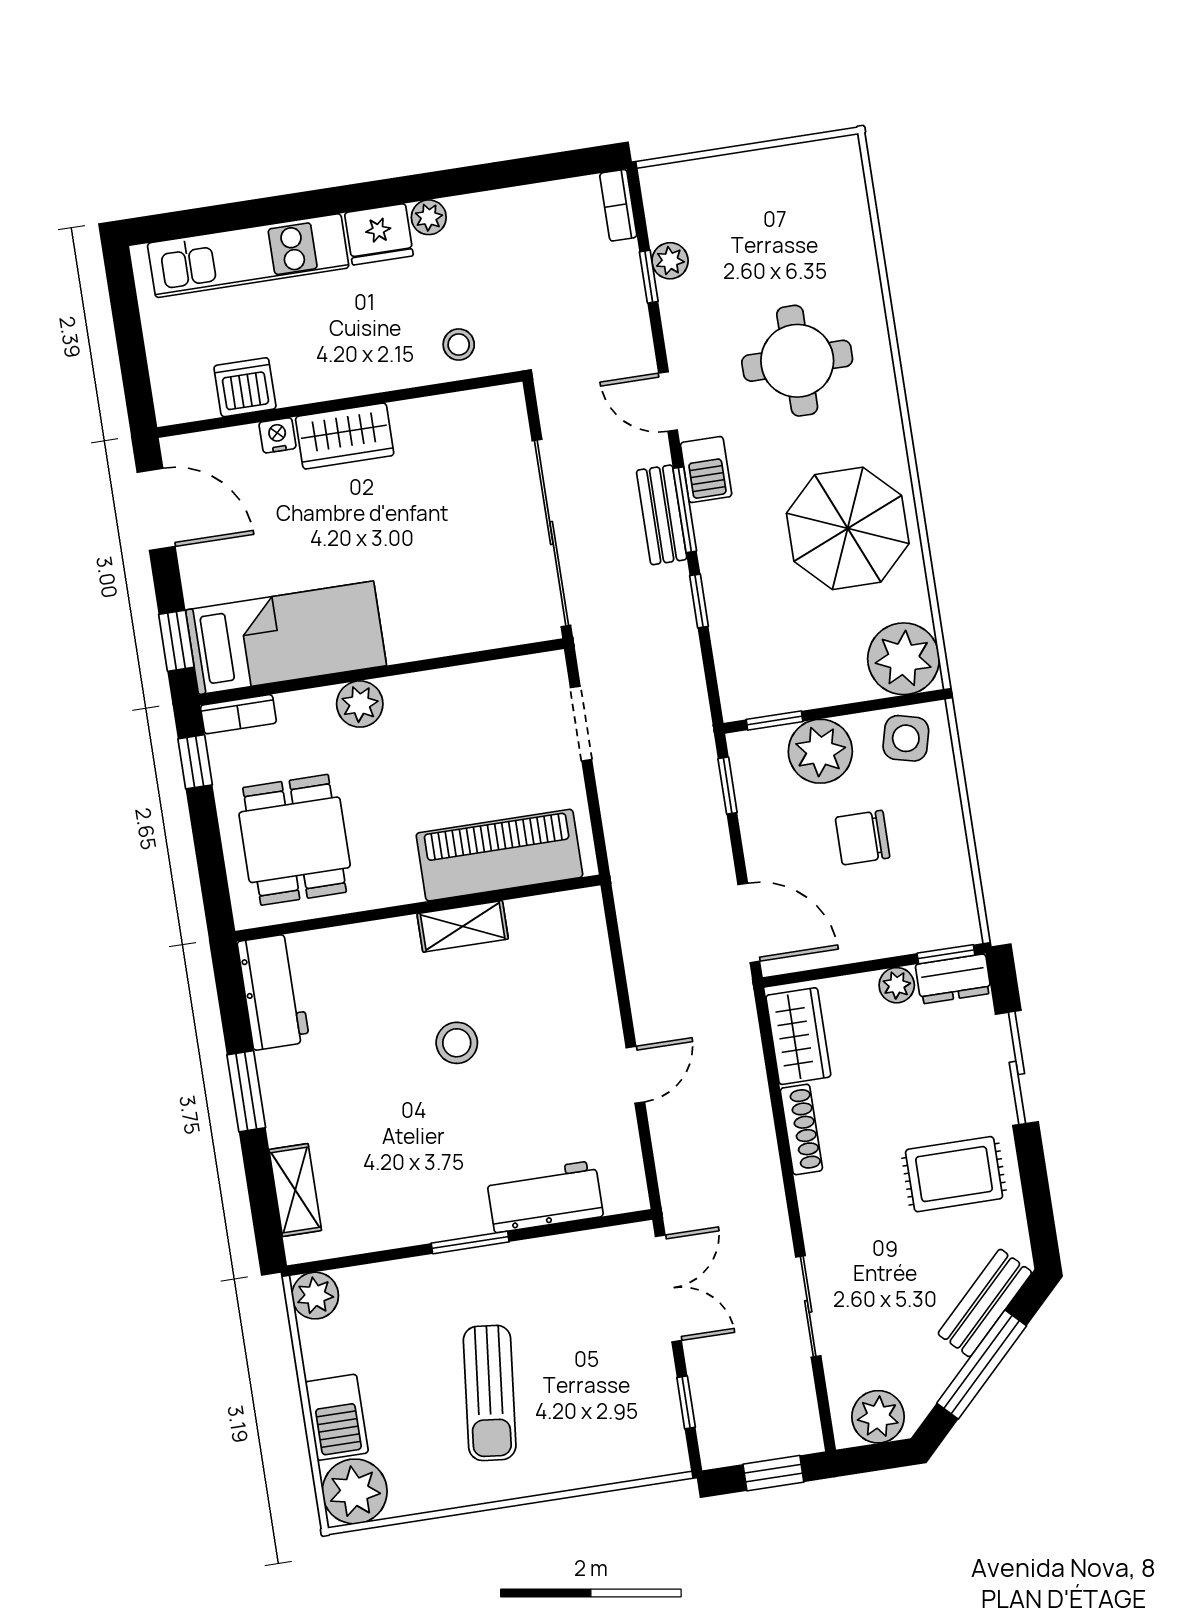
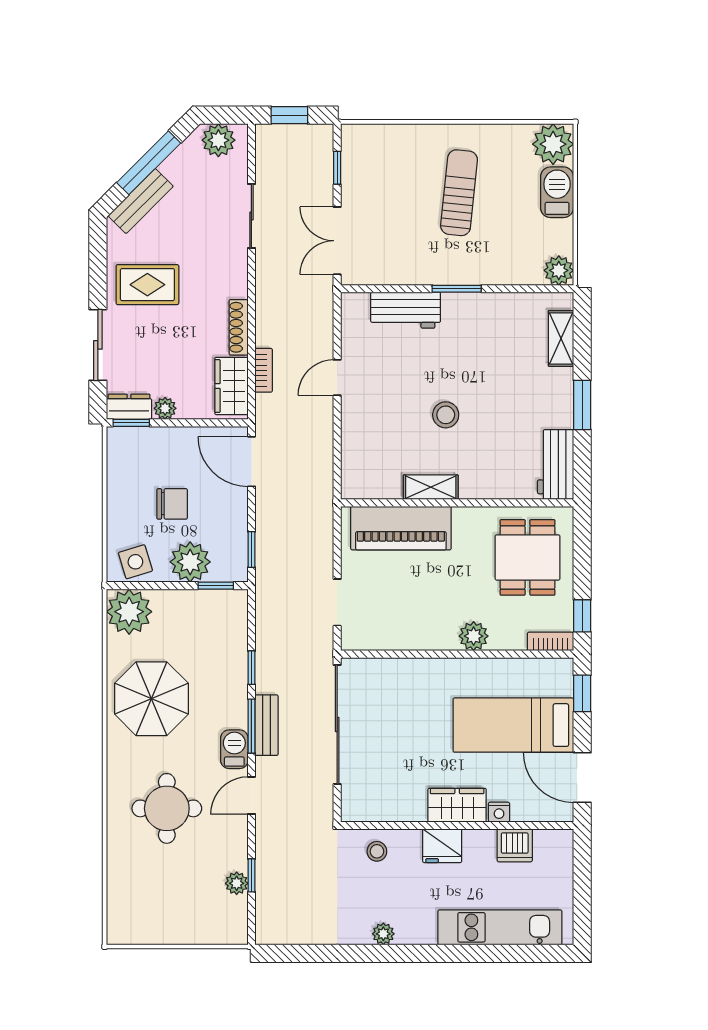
bookcase: (618, 205) -> (264, 370), moved
fridge: (379, 234) -> (442, 846), moved, turned 180
door: (668, 401) -> (251, 795), swing flipped
bed: (286, 638) -> (513, 725), moved
side table: (906, 738) -> (135, 562), turned -31

